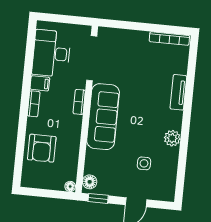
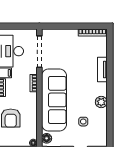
sofa: (103, 117) -> (54, 100), width x1.36, depth x1.27

